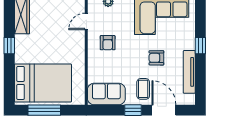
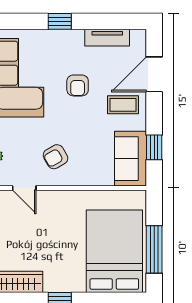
armchair: (108, 43) -> (55, 157), turned 150
tv unit: (189, 72) -> (107, 38), width x0.71
window: (133, 110) -> (154, 147), moved

